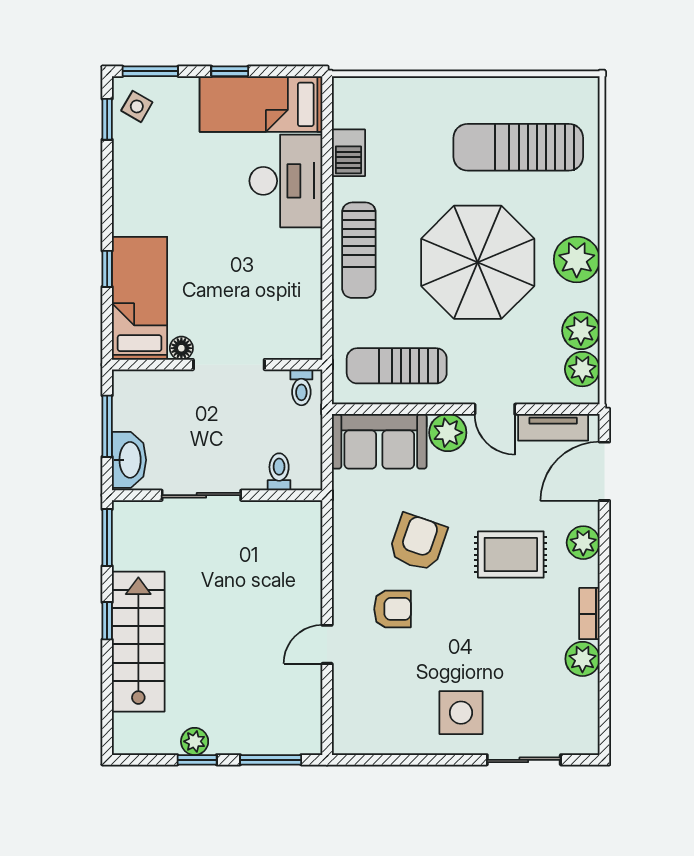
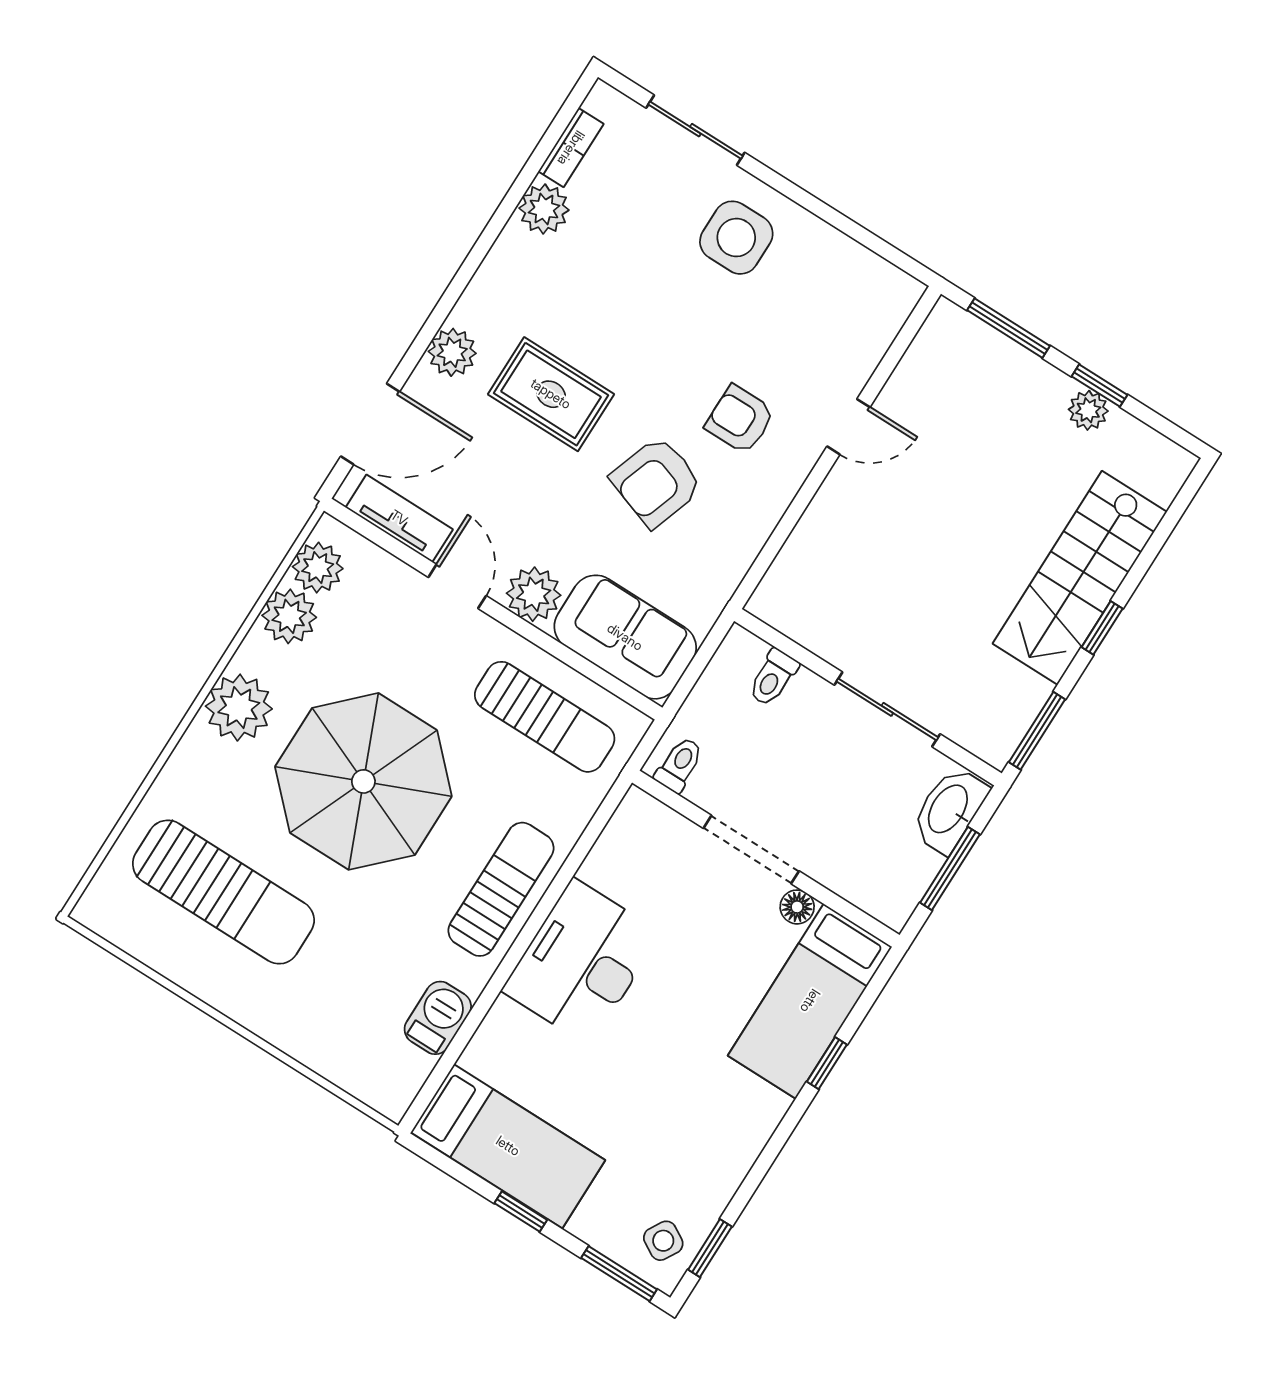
desk: (286, 181) -> (581, 962), moved
bookcase: (589, 614) -> (571, 148), moved

